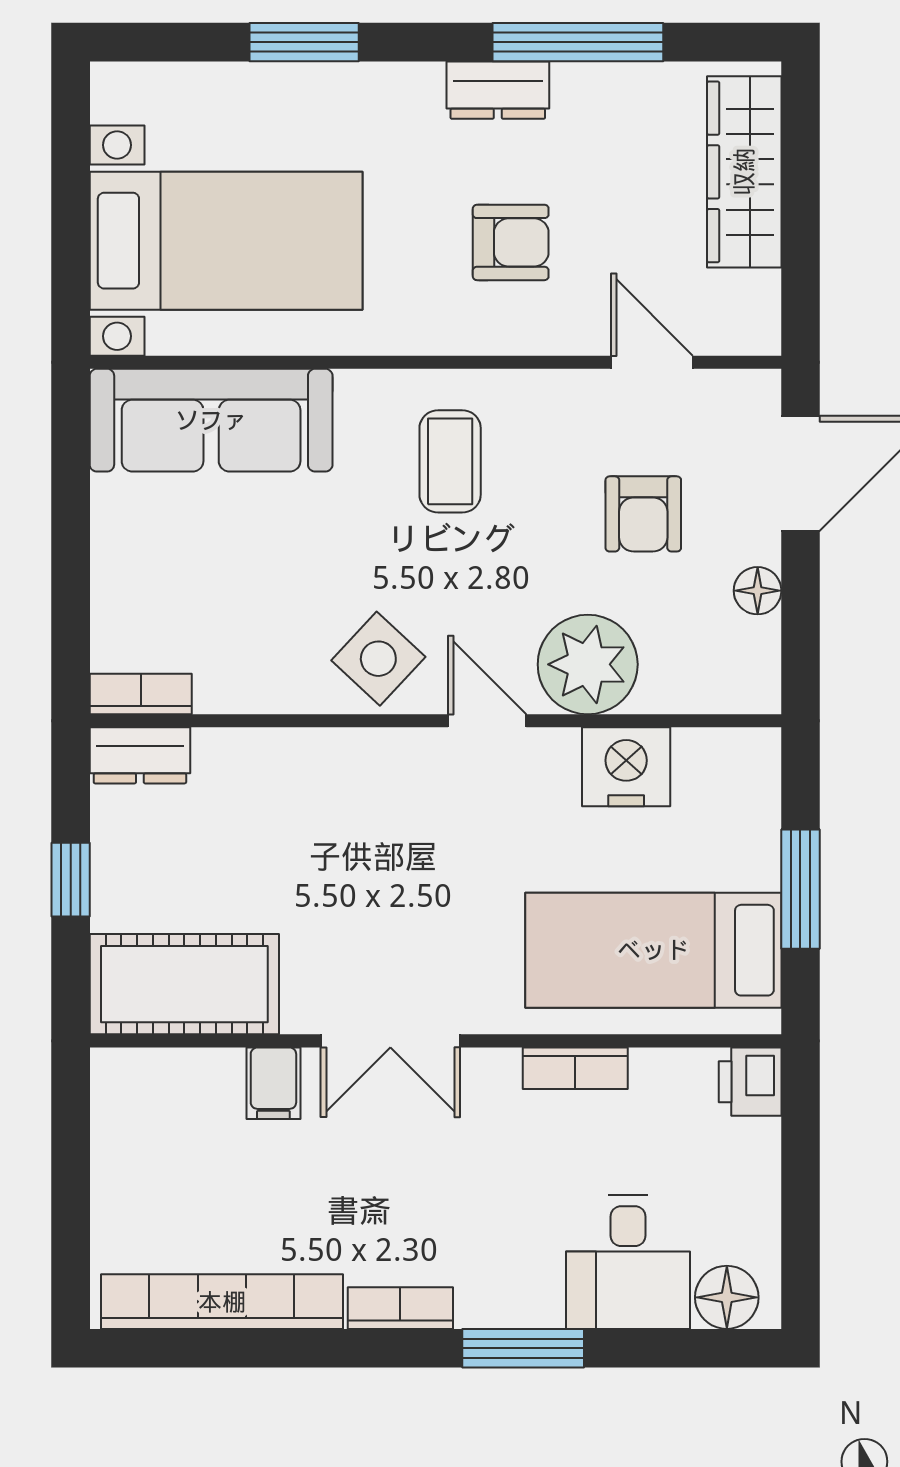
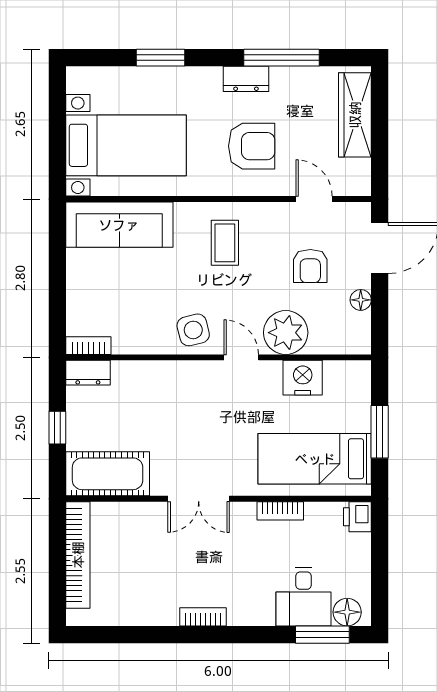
armchair: (511, 242) -> (252, 146), width x1.38, depth x1.38
side table: (378, 659) -> (193, 330), turned 33
filing cabinet: (273, 1083) -> (147, 518), removed
bookcase: (222, 1302) -> (78, 555), moved, turned 90
window: (523, 1348) -> (322, 635), moved

